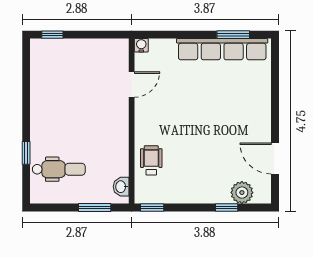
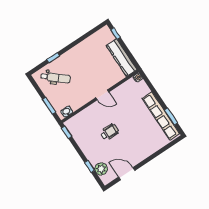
kitchen counter: (95, 50) -> (122, 58), added
door: (132, 84) -> (102, 95), moved
door: (275, 159) -> (127, 174), hinge flipped
wheelchair: (151, 160) -> (110, 132), moved
dental chair: (59, 169) -> (56, 78), turned -49

